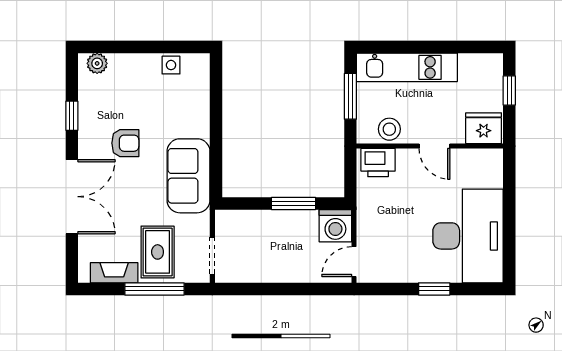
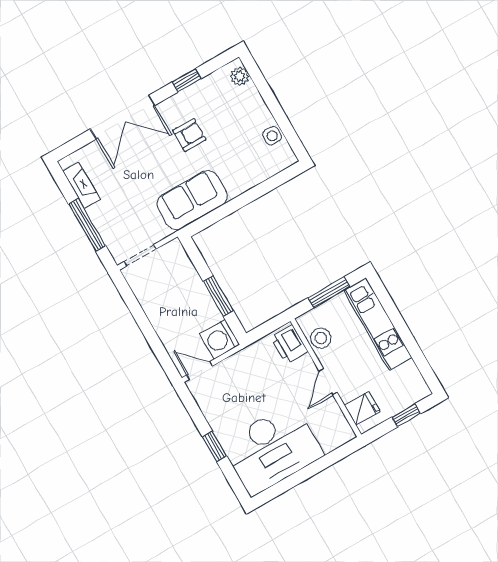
fridge: (484, 128) -> (362, 408), width x0.72
armchair: (125, 143) -> (189, 135), turned -90
rug: (158, 252) -> (118, 210), removed

